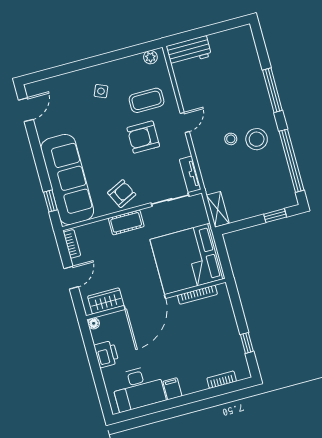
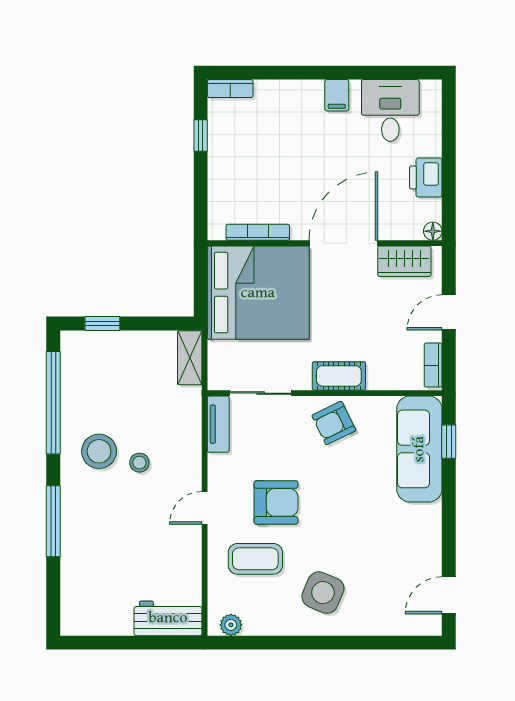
side table: (101, 91) -> (323, 593), width x1.87, depth x1.87
sofa: (67, 180) -> (419, 449), width x0.74, depth x0.79
bookcase: (222, 380) -> (230, 89), moved
desk: (138, 388) -> (390, 110), width x0.73

